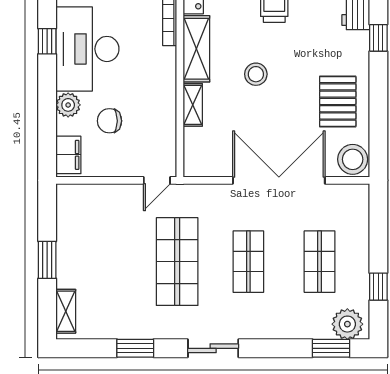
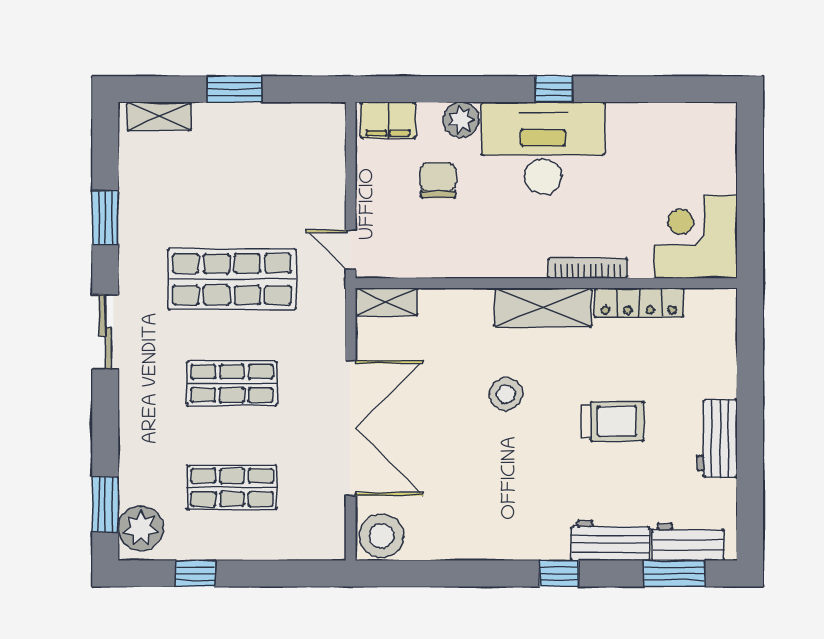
pallet: (338, 101) -> (466, 514), removed
shelving: (193, 105) -> (387, 302), moved

